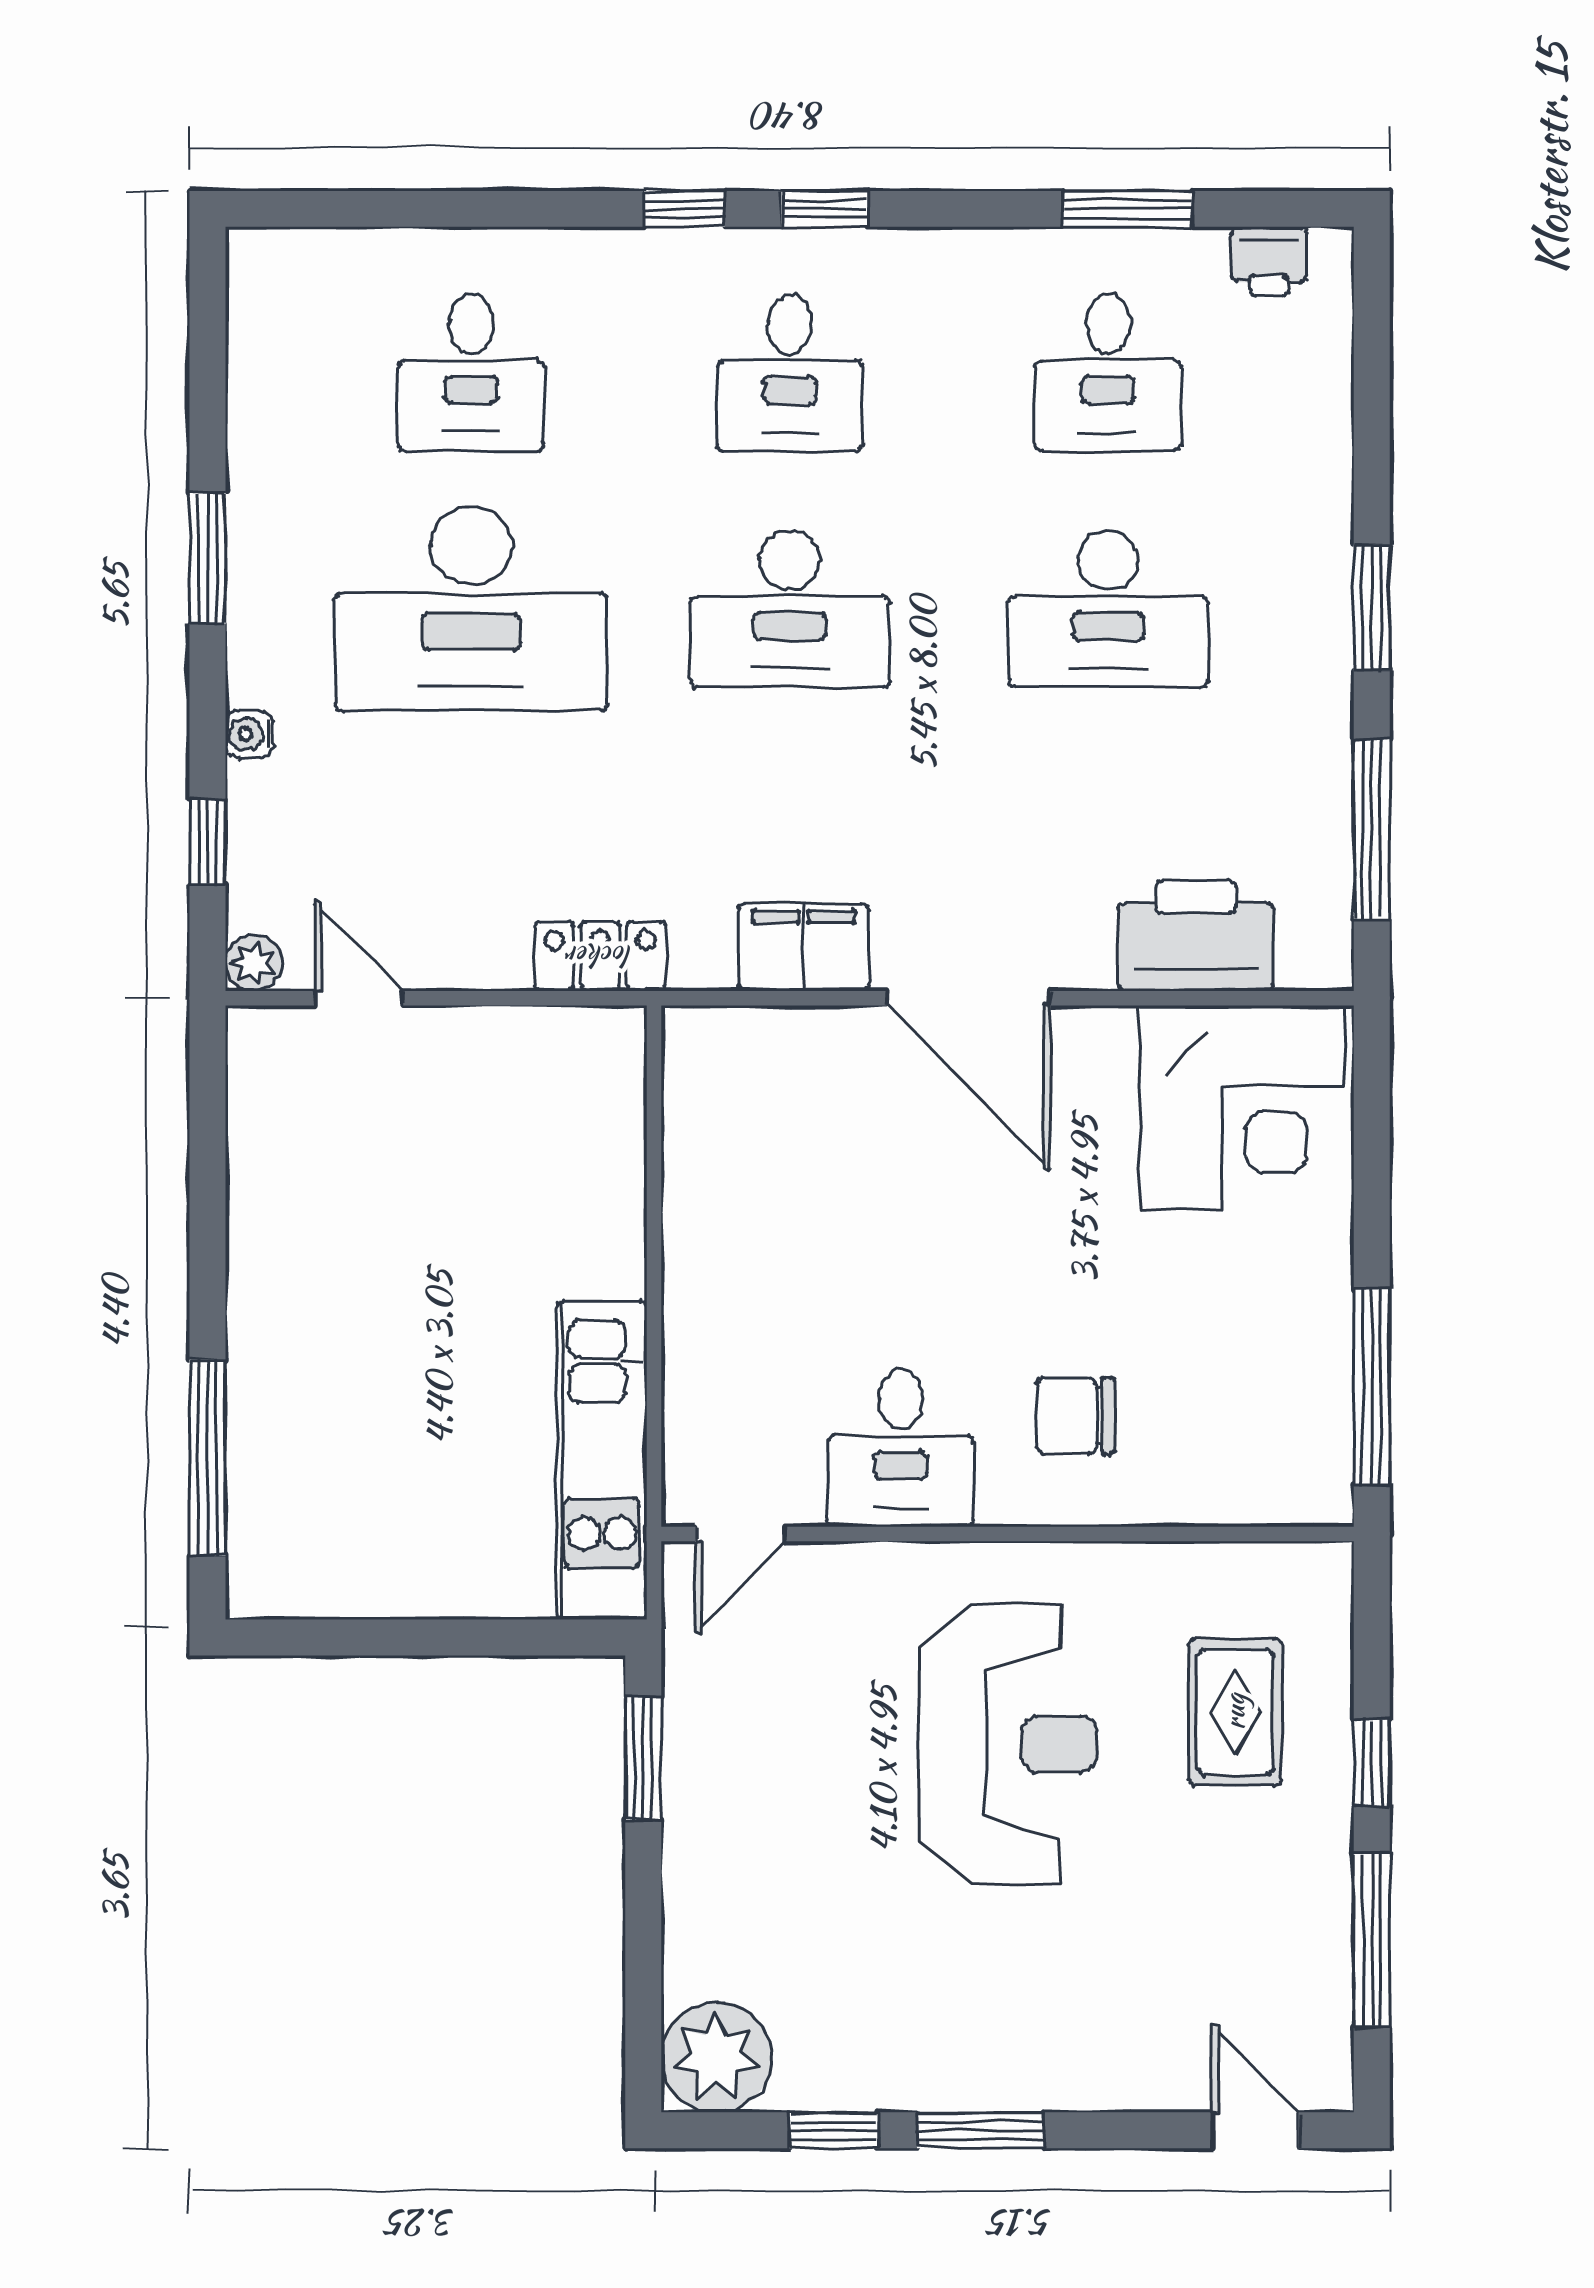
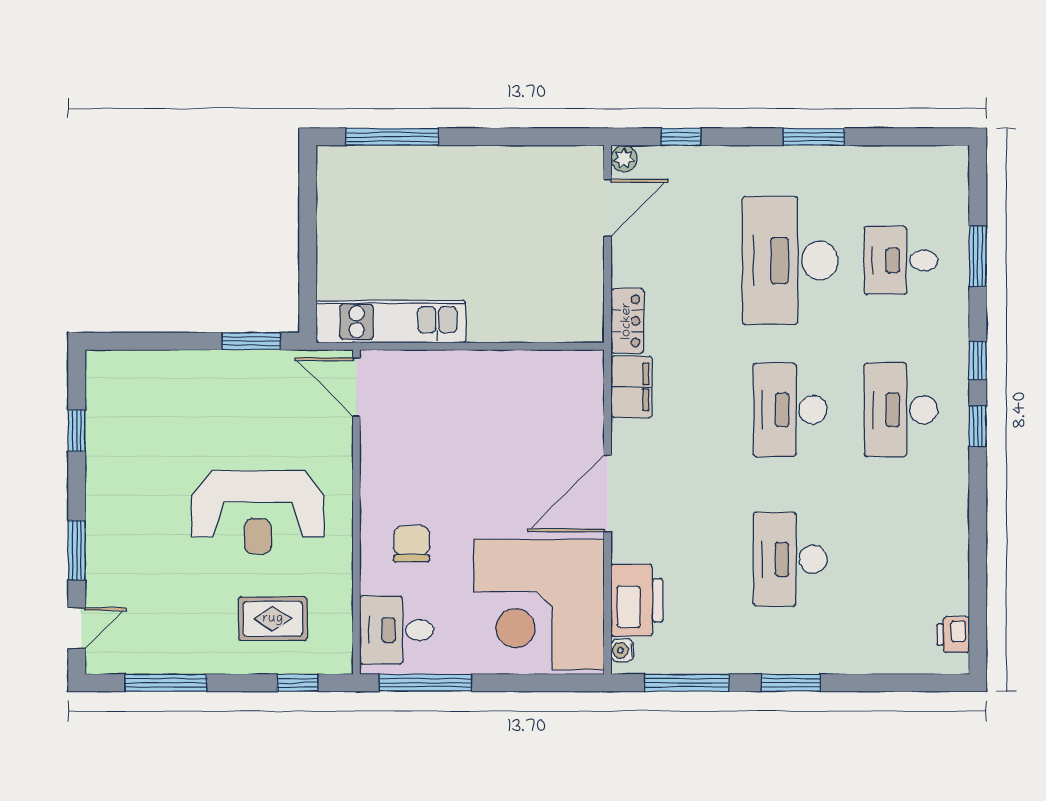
window: (1127, 209) -> (978, 256), moved
desk: (790, 373) -> (901, 410), width x1.37
desk: (1108, 373) -> (901, 559), removed
water cooler: (249, 734) -> (622, 650), moved, turned -90
filing cabinet: (804, 947) -> (631, 387), moved
door: (359, 998) -> (608, 208), width x1.38
corner desk: (1242, 1108) -> (539, 605), width x1.36, depth x1.36
desk: (901, 1448) -> (397, 630), moved
door: (741, 1534) -> (356, 387), width x1.38
window: (1372, 1763) -> (298, 683), moved
plant: (716, 2057) -> (111, 375), removed
window: (980, 2130) -> (77, 550), moved

